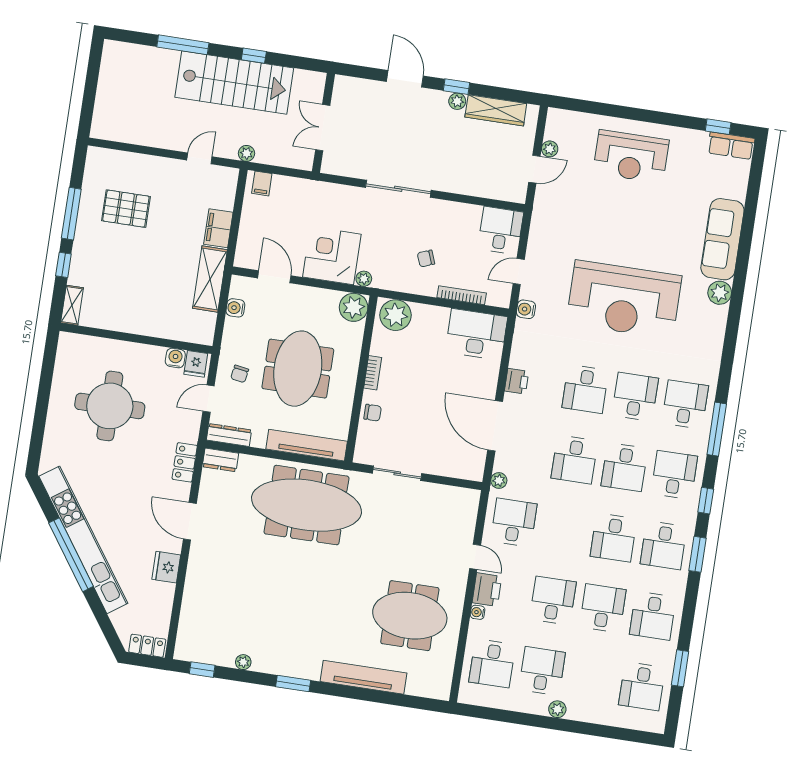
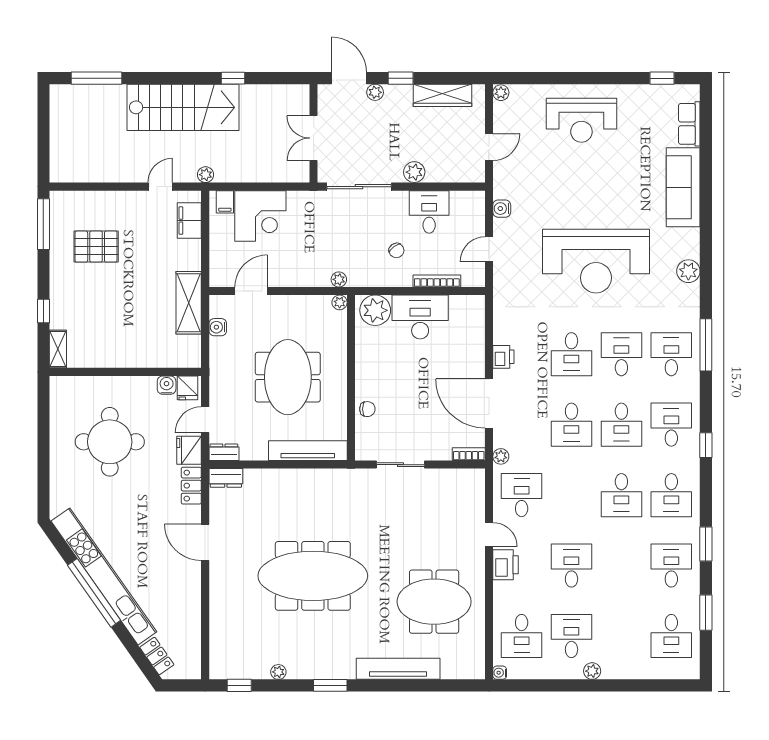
window: (183, 45) -> (96, 78), moved
window: (254, 56) -> (233, 78), moved
plant: (457, 101) -> (375, 92), moved
wall: (323, 123) -> (314, 133), moved
double door: (323, 128) -> (314, 138), moved
row of seats: (731, 146) -> (689, 124), moved, turned 90
plant: (550, 149) -> (501, 93), moved
plant: (456, 183) -> (414, 172), added
window: (71, 214) -> (43, 224), moved
filing cabinet: (218, 228) -> (189, 221), moved
desk: (501, 230) -> (429, 212), moved
corner desk: (332, 256) -> (260, 216), moved, turned 180
chair: (426, 258) -> (396, 250), turned -104
door: (274, 277) -> (251, 291), hinge flipped
plant: (720, 293) -> (688, 271), moved
plant: (354, 307) -> (340, 302), width x0.53, depth x0.53
water cooler: (526, 309) -> (502, 209), moved
desk: (476, 334) -> (420, 317), moved
bookcase: (373, 373) -> (469, 454), moved, turned -90
chair: (240, 374) -> (232, 391), removed
window: (717, 429) -> (706, 345), moved
dresser: (229, 435) -> (224, 452), width x0.70
meeting table: (307, 505) -> (313, 576), moved
window: (698, 554) -> (706, 544), moved
fridge: (166, 567) -> (189, 450), moved
desk: (603, 608) -> (621, 566), removed
water cooler: (478, 612) -> (500, 673), moved
desk: (653, 616) -> (671, 566), turned 180
locker: (147, 646) -> (157, 656), moved, turned 55

